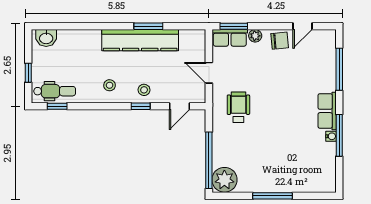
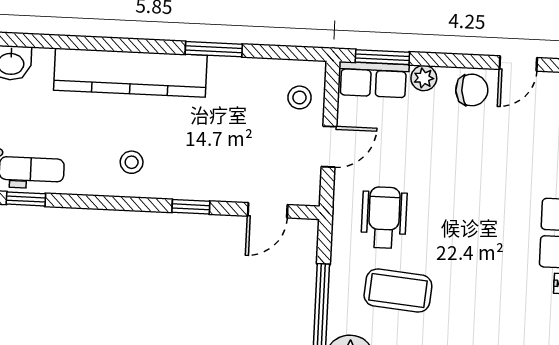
kitchen counter: (140, 40) -> (130, 73), moved
door: (209, 73) -> (329, 147), swing flipped
stool: (144, 90) -> (300, 97), moved
coffee table: (247, 144) -> (398, 291), added

